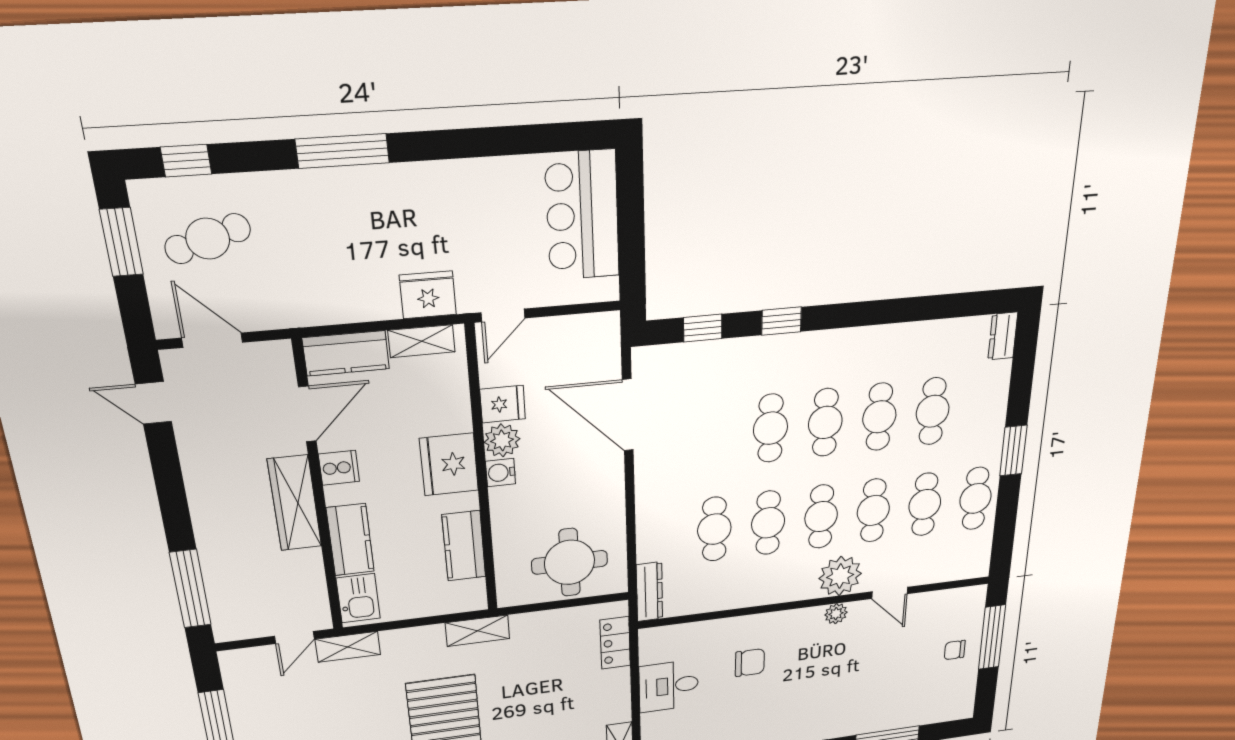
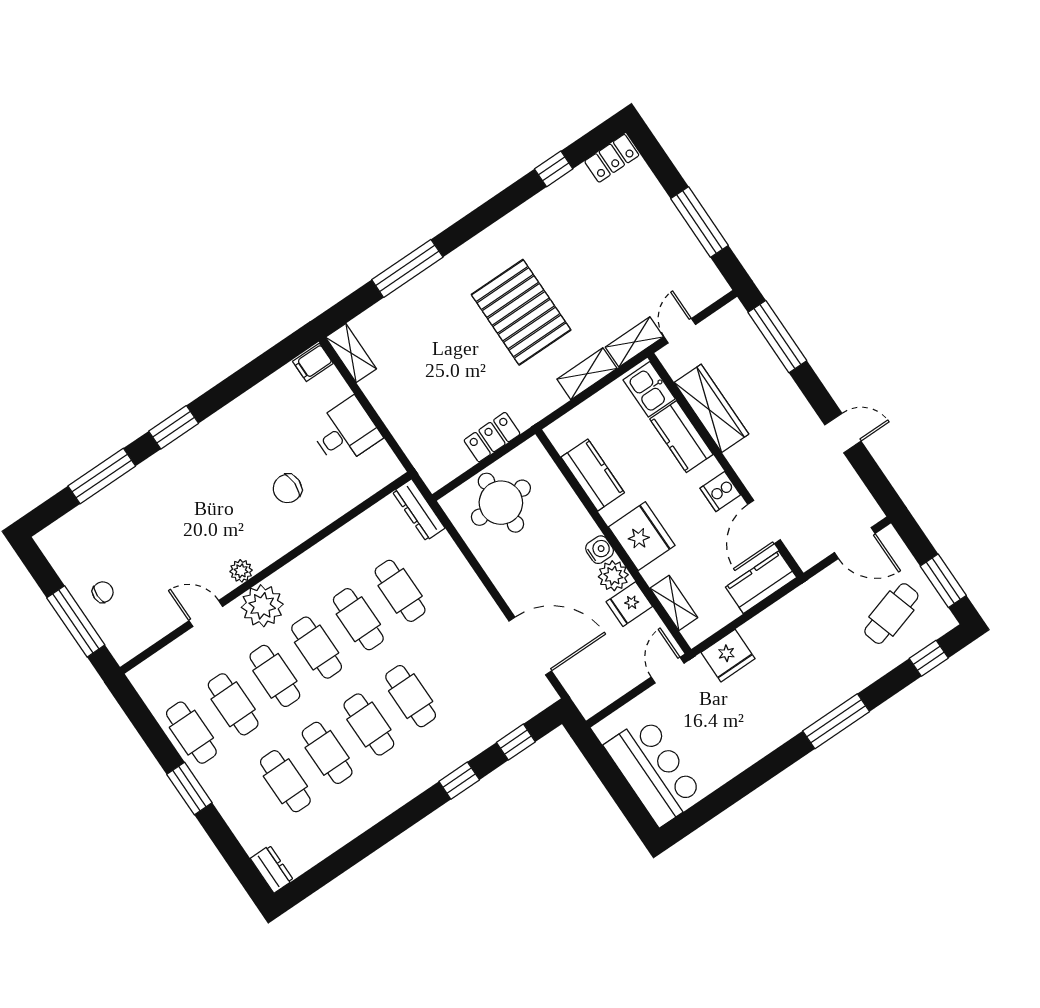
shelving: (422, 341) -> (674, 603), moved, turned 90
door: (153, 403) -> (843, 433), moved
wardrobe: (295, 503) -> (711, 408), moved
shelving: (477, 631) -> (587, 374), moved
locker: (615, 643) -> (492, 437), moved, turned -90

